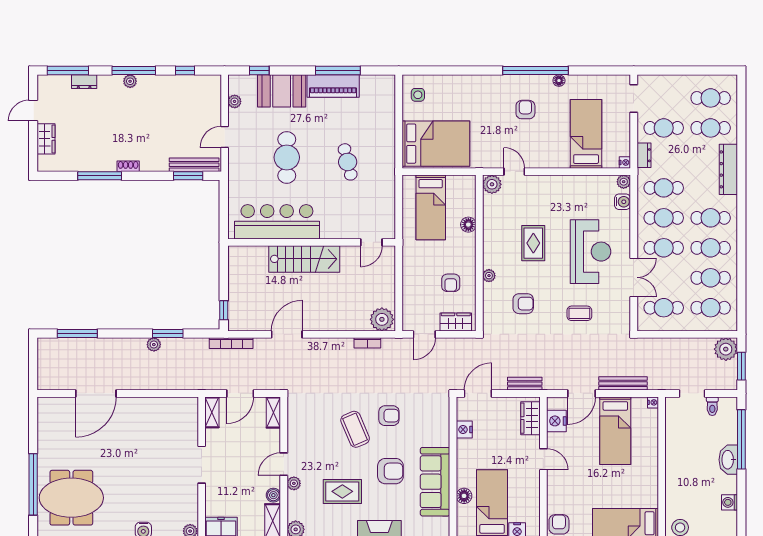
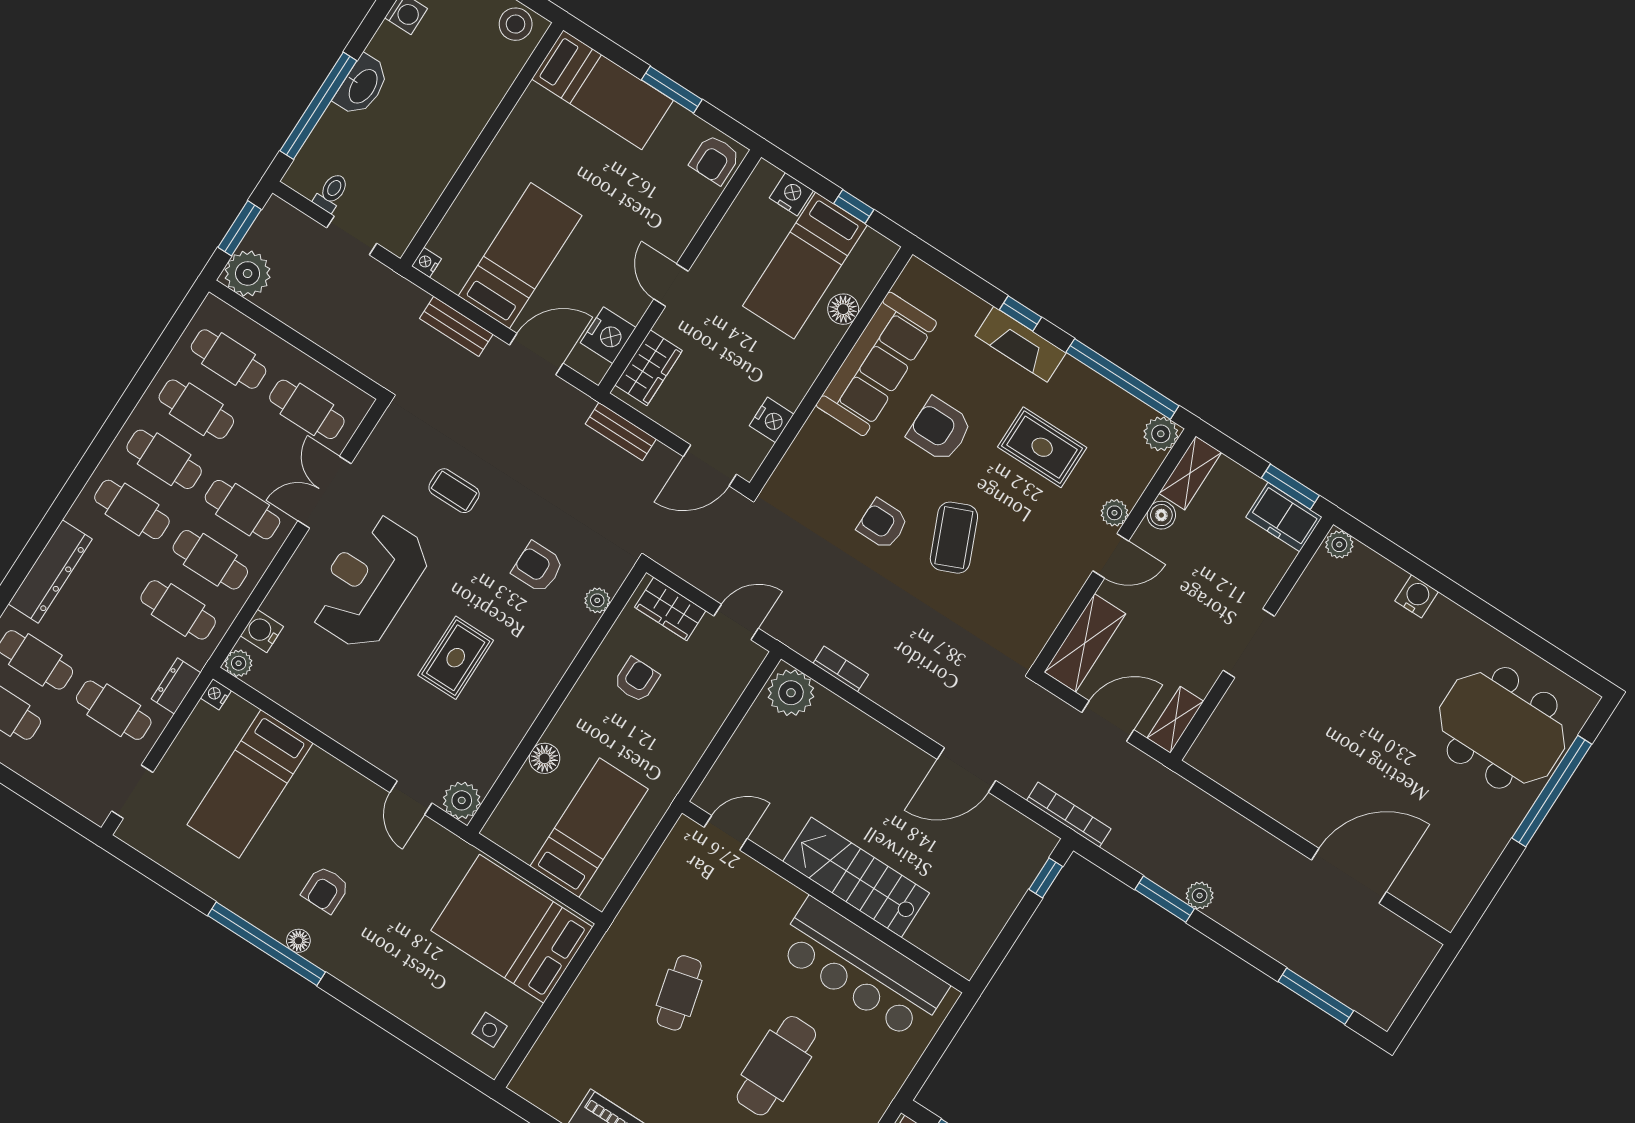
floor lamp: (559, 81) -> (298, 941), moved
plant: (489, 276) -> (597, 600), moved
bench: (623, 383) -> (456, 326), width x0.73
shelving: (273, 412) -> (1085, 643), width x1.50, depth x1.33

